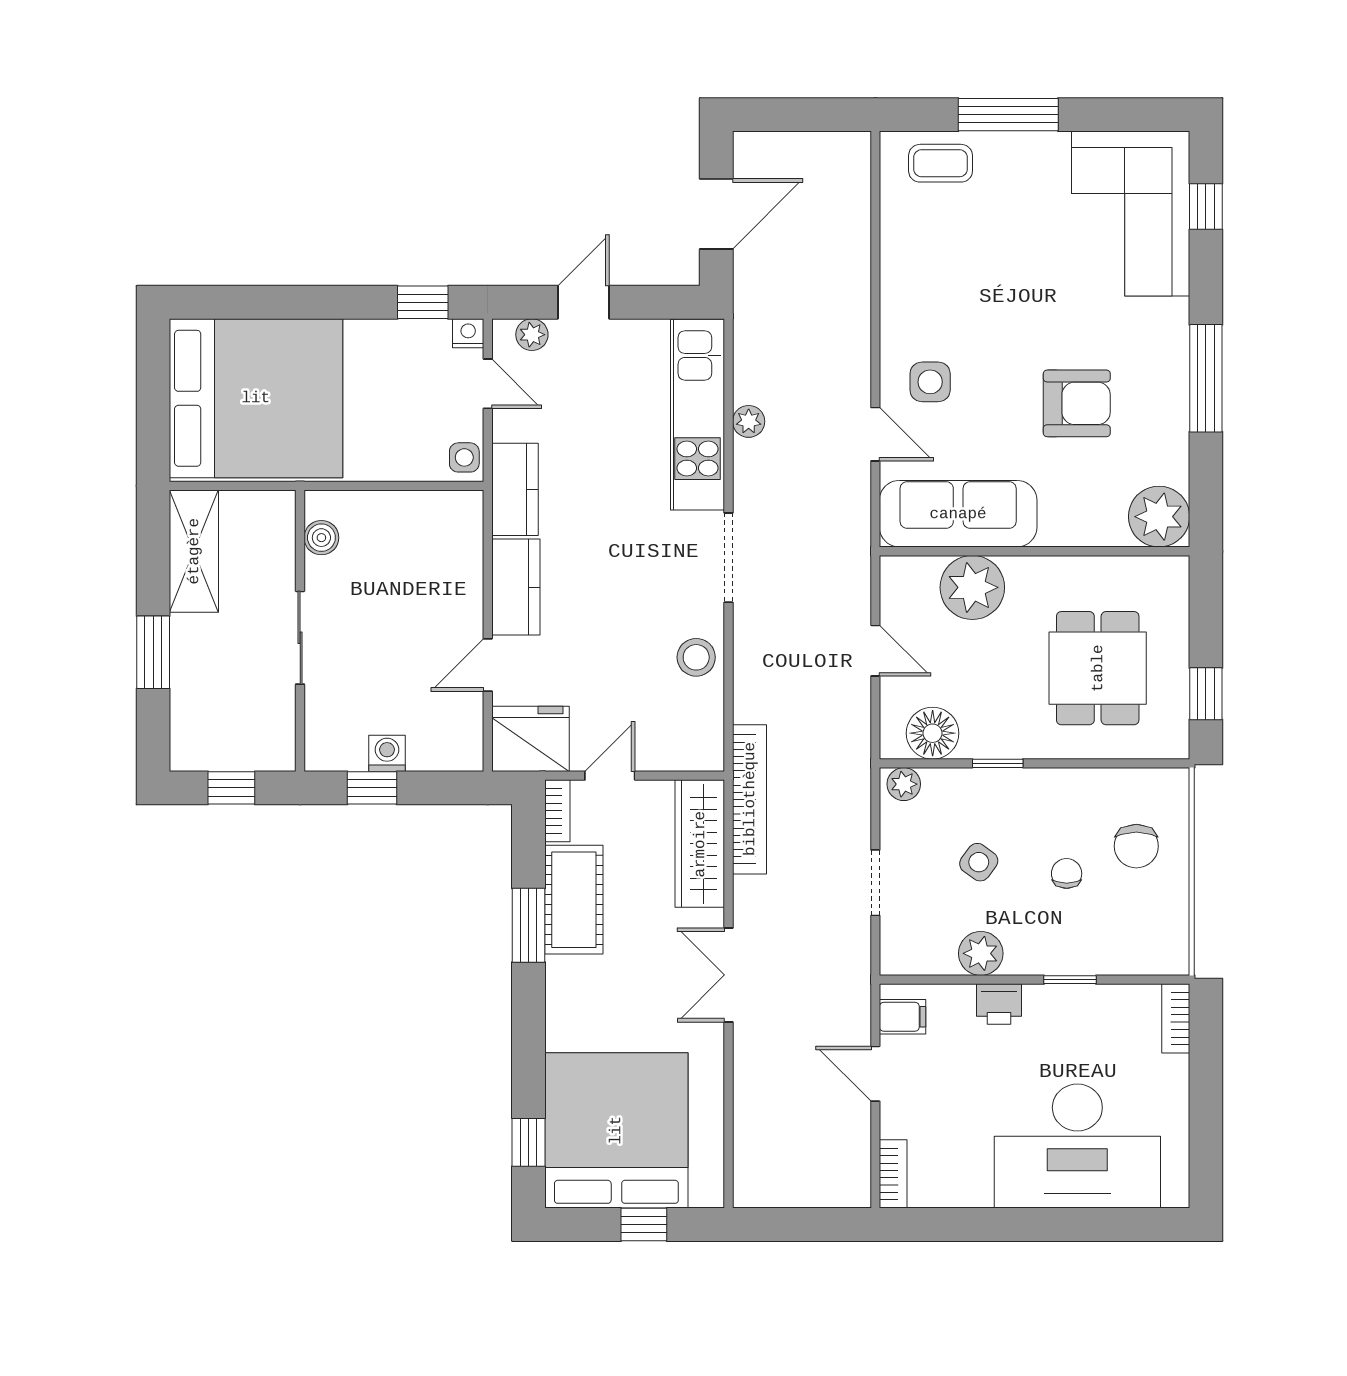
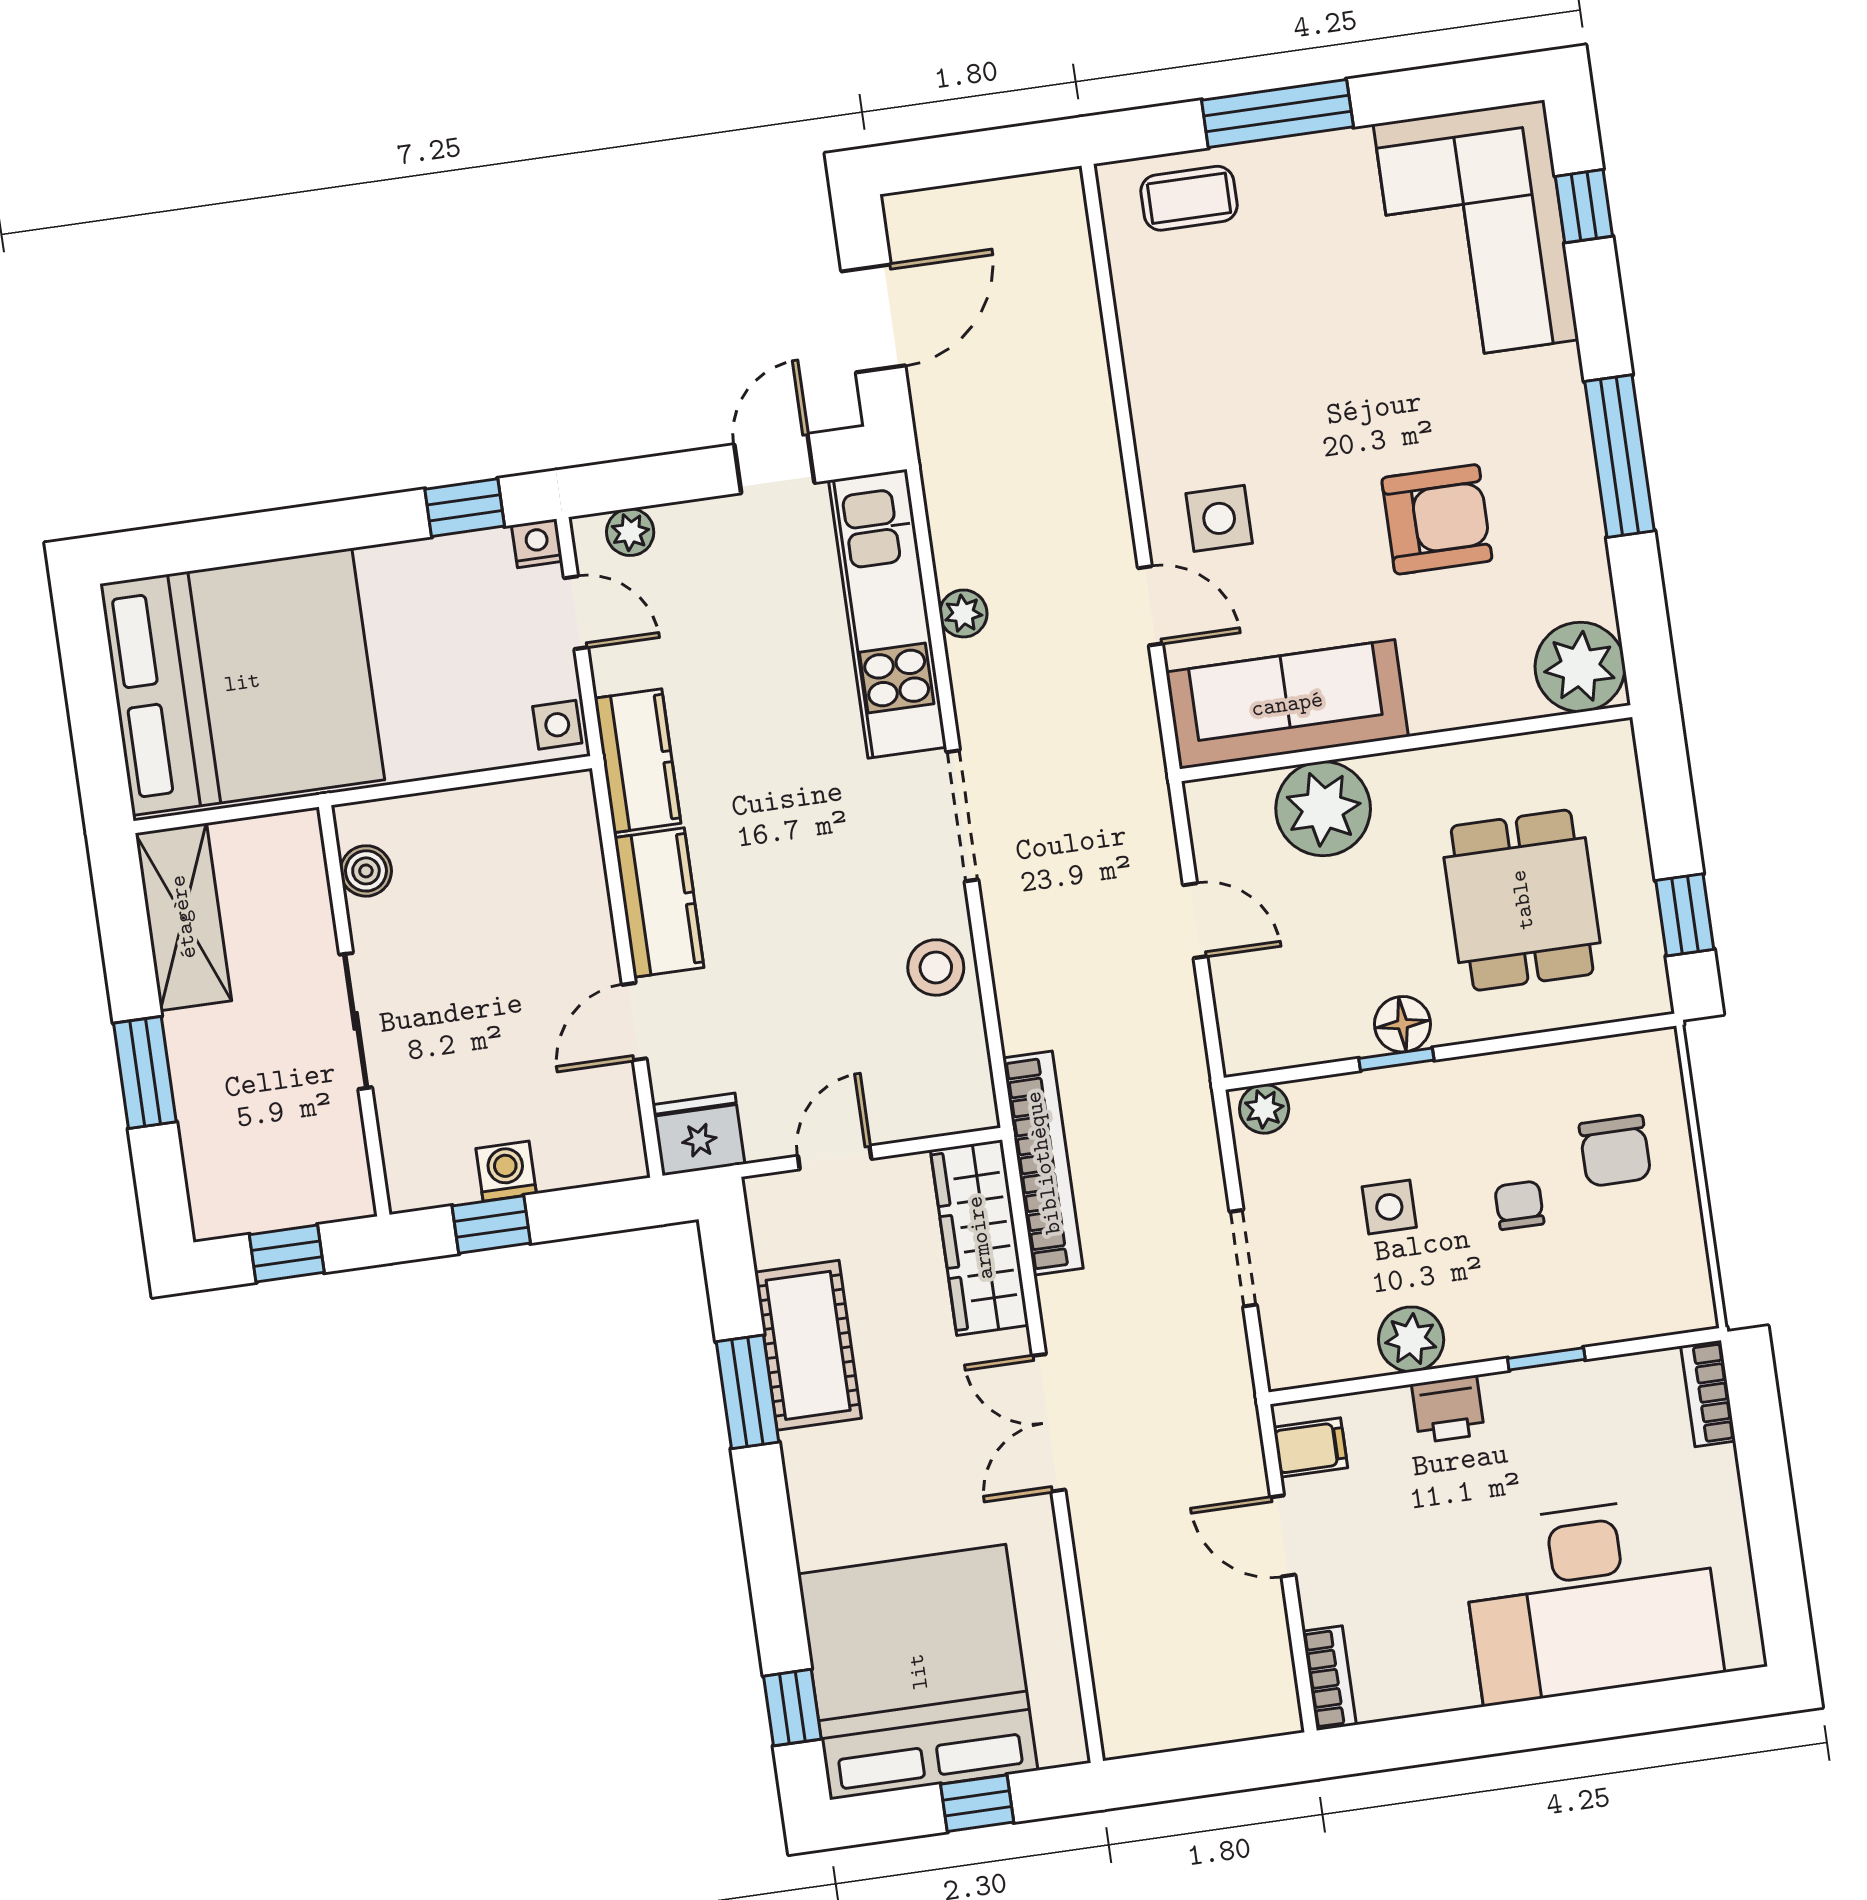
door: (583, 302) -> (774, 464), moved
floor lamp: (933, 733) -> (1402, 1024), moved, width x0.73, depth x0.73
fridge: (530, 739) -> (699, 1134), width x0.73, depth x0.75
bookcase: (557, 811) -> (766, 1219), removed
side table: (979, 862) -> (1389, 1207), turned -36

